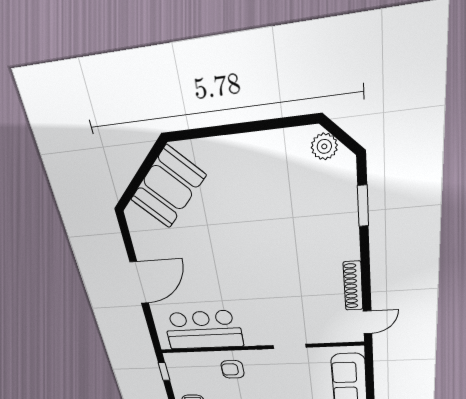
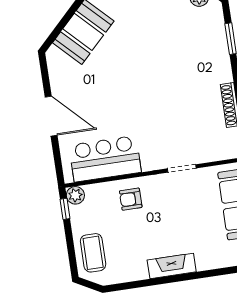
door: (139, 283) -> (51, 116), hinge flipped
plant: (174, 361) -> (75, 195), added

